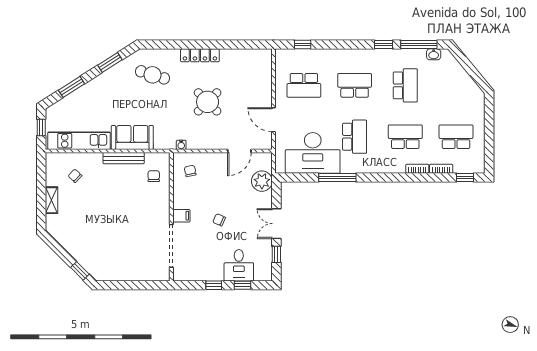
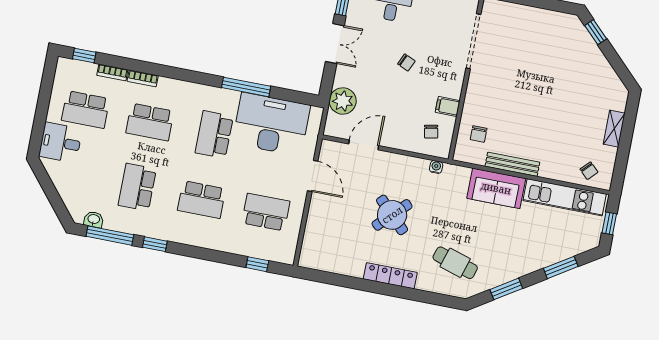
desk: (470, 108) -> (60, 143), added
chair: (75, 176) -> (589, 171), moved
filing cabinet: (181, 216) -> (448, 106), moved

